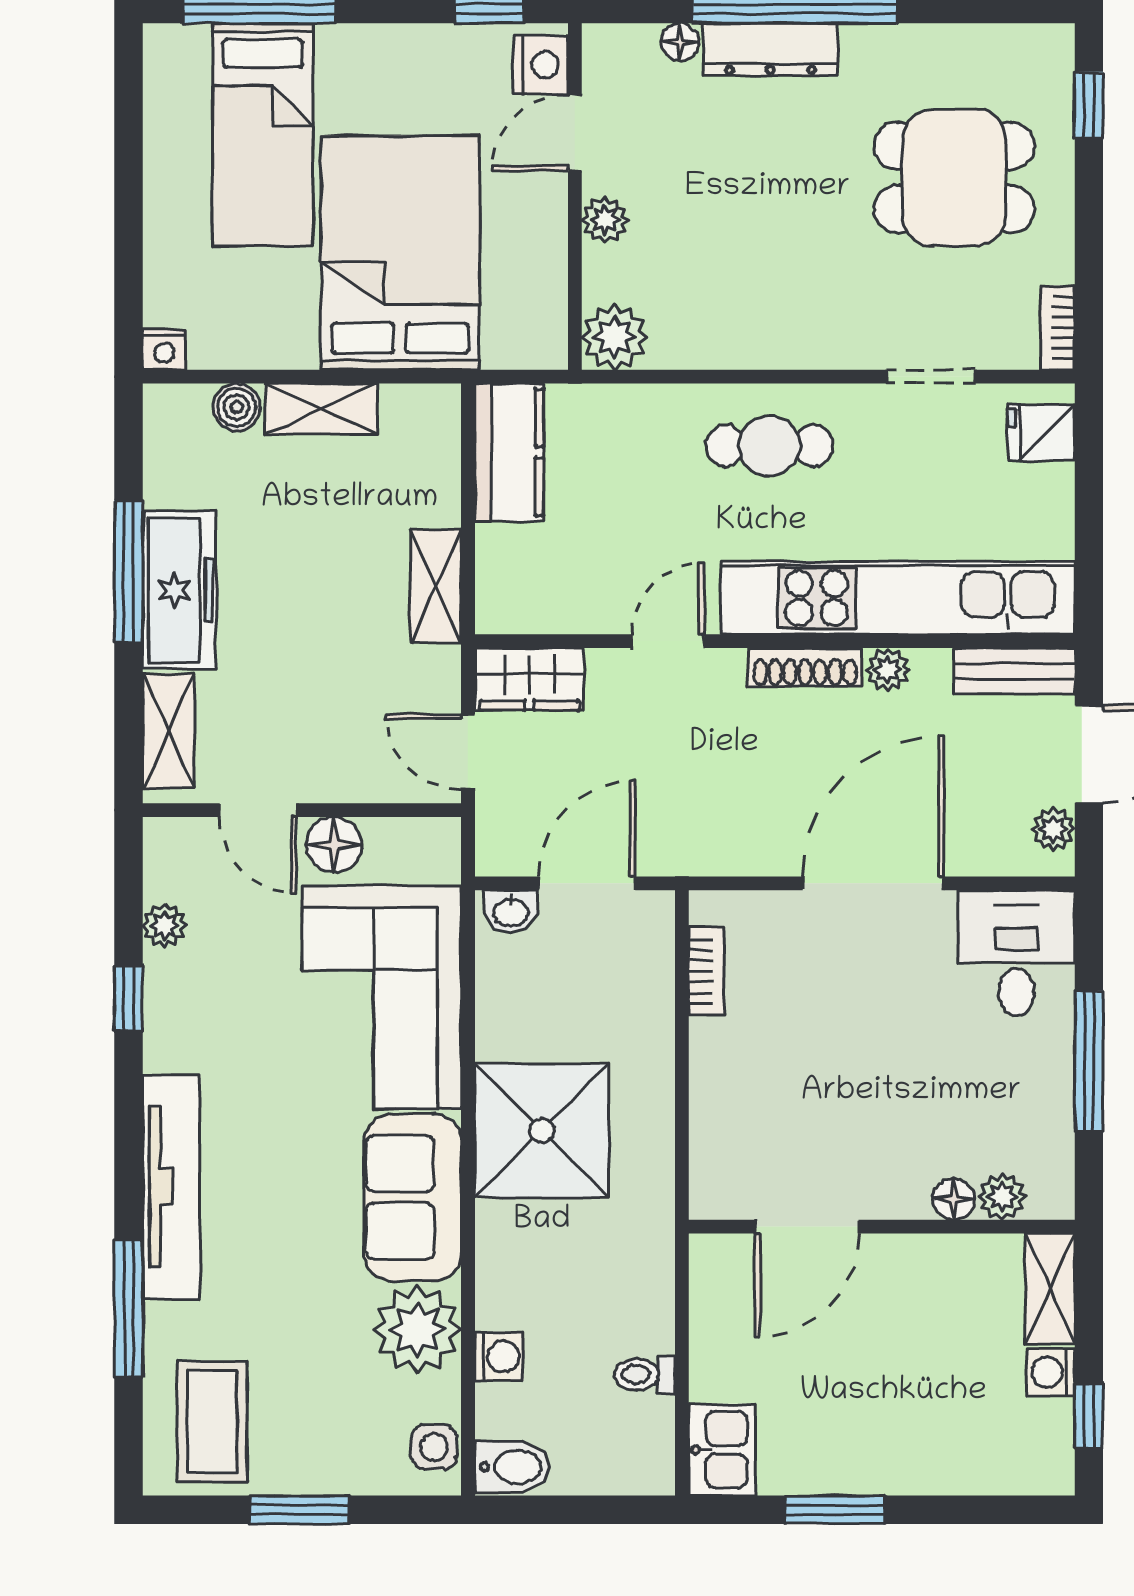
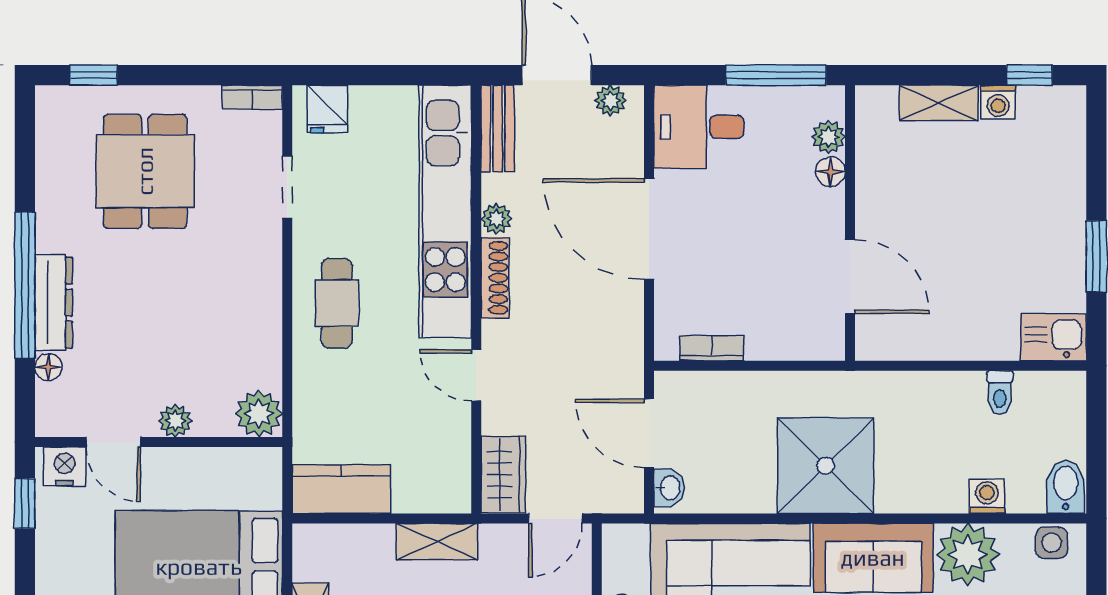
plant: (1002, 1196) -> (828, 137), moved
floor lamp: (954, 1199) -> (830, 172), moved
door: (807, 1227) -> (850, 277), moved
wall: (882, 1227) -> (850, 223), moved

